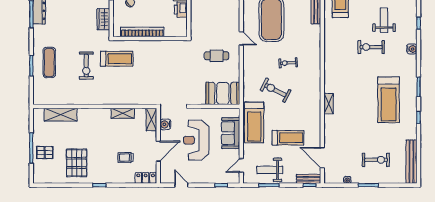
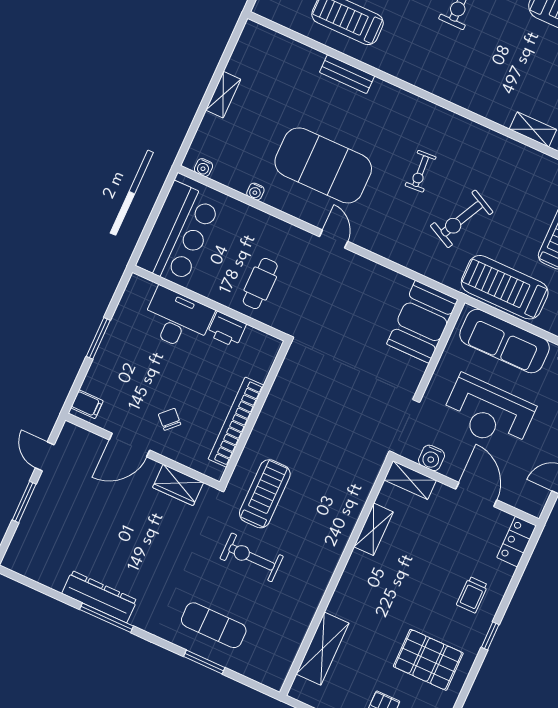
door: (241, 38) -> (334, 239), hinge flipped
cafe table: (217, 56) -> (260, 284), moved
exercise bike: (86, 66) -> (252, 557), turned 180
treadmill: (254, 122) -> (505, 287), turned 180
sofa: (231, 133) -> (505, 341), width x1.36
trolley: (126, 158) -> (472, 595), moved

